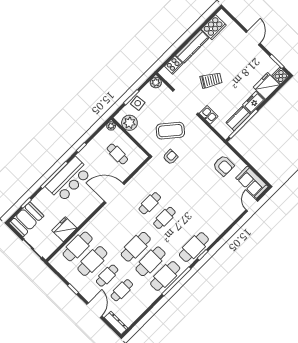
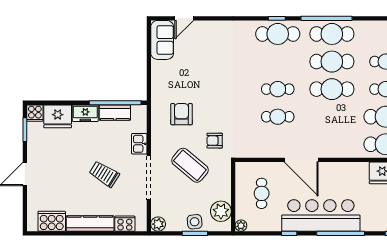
armchair: (223, 166) -> (182, 114), moved
bar counter: (69, 179) -> (321, 215), width x1.36

